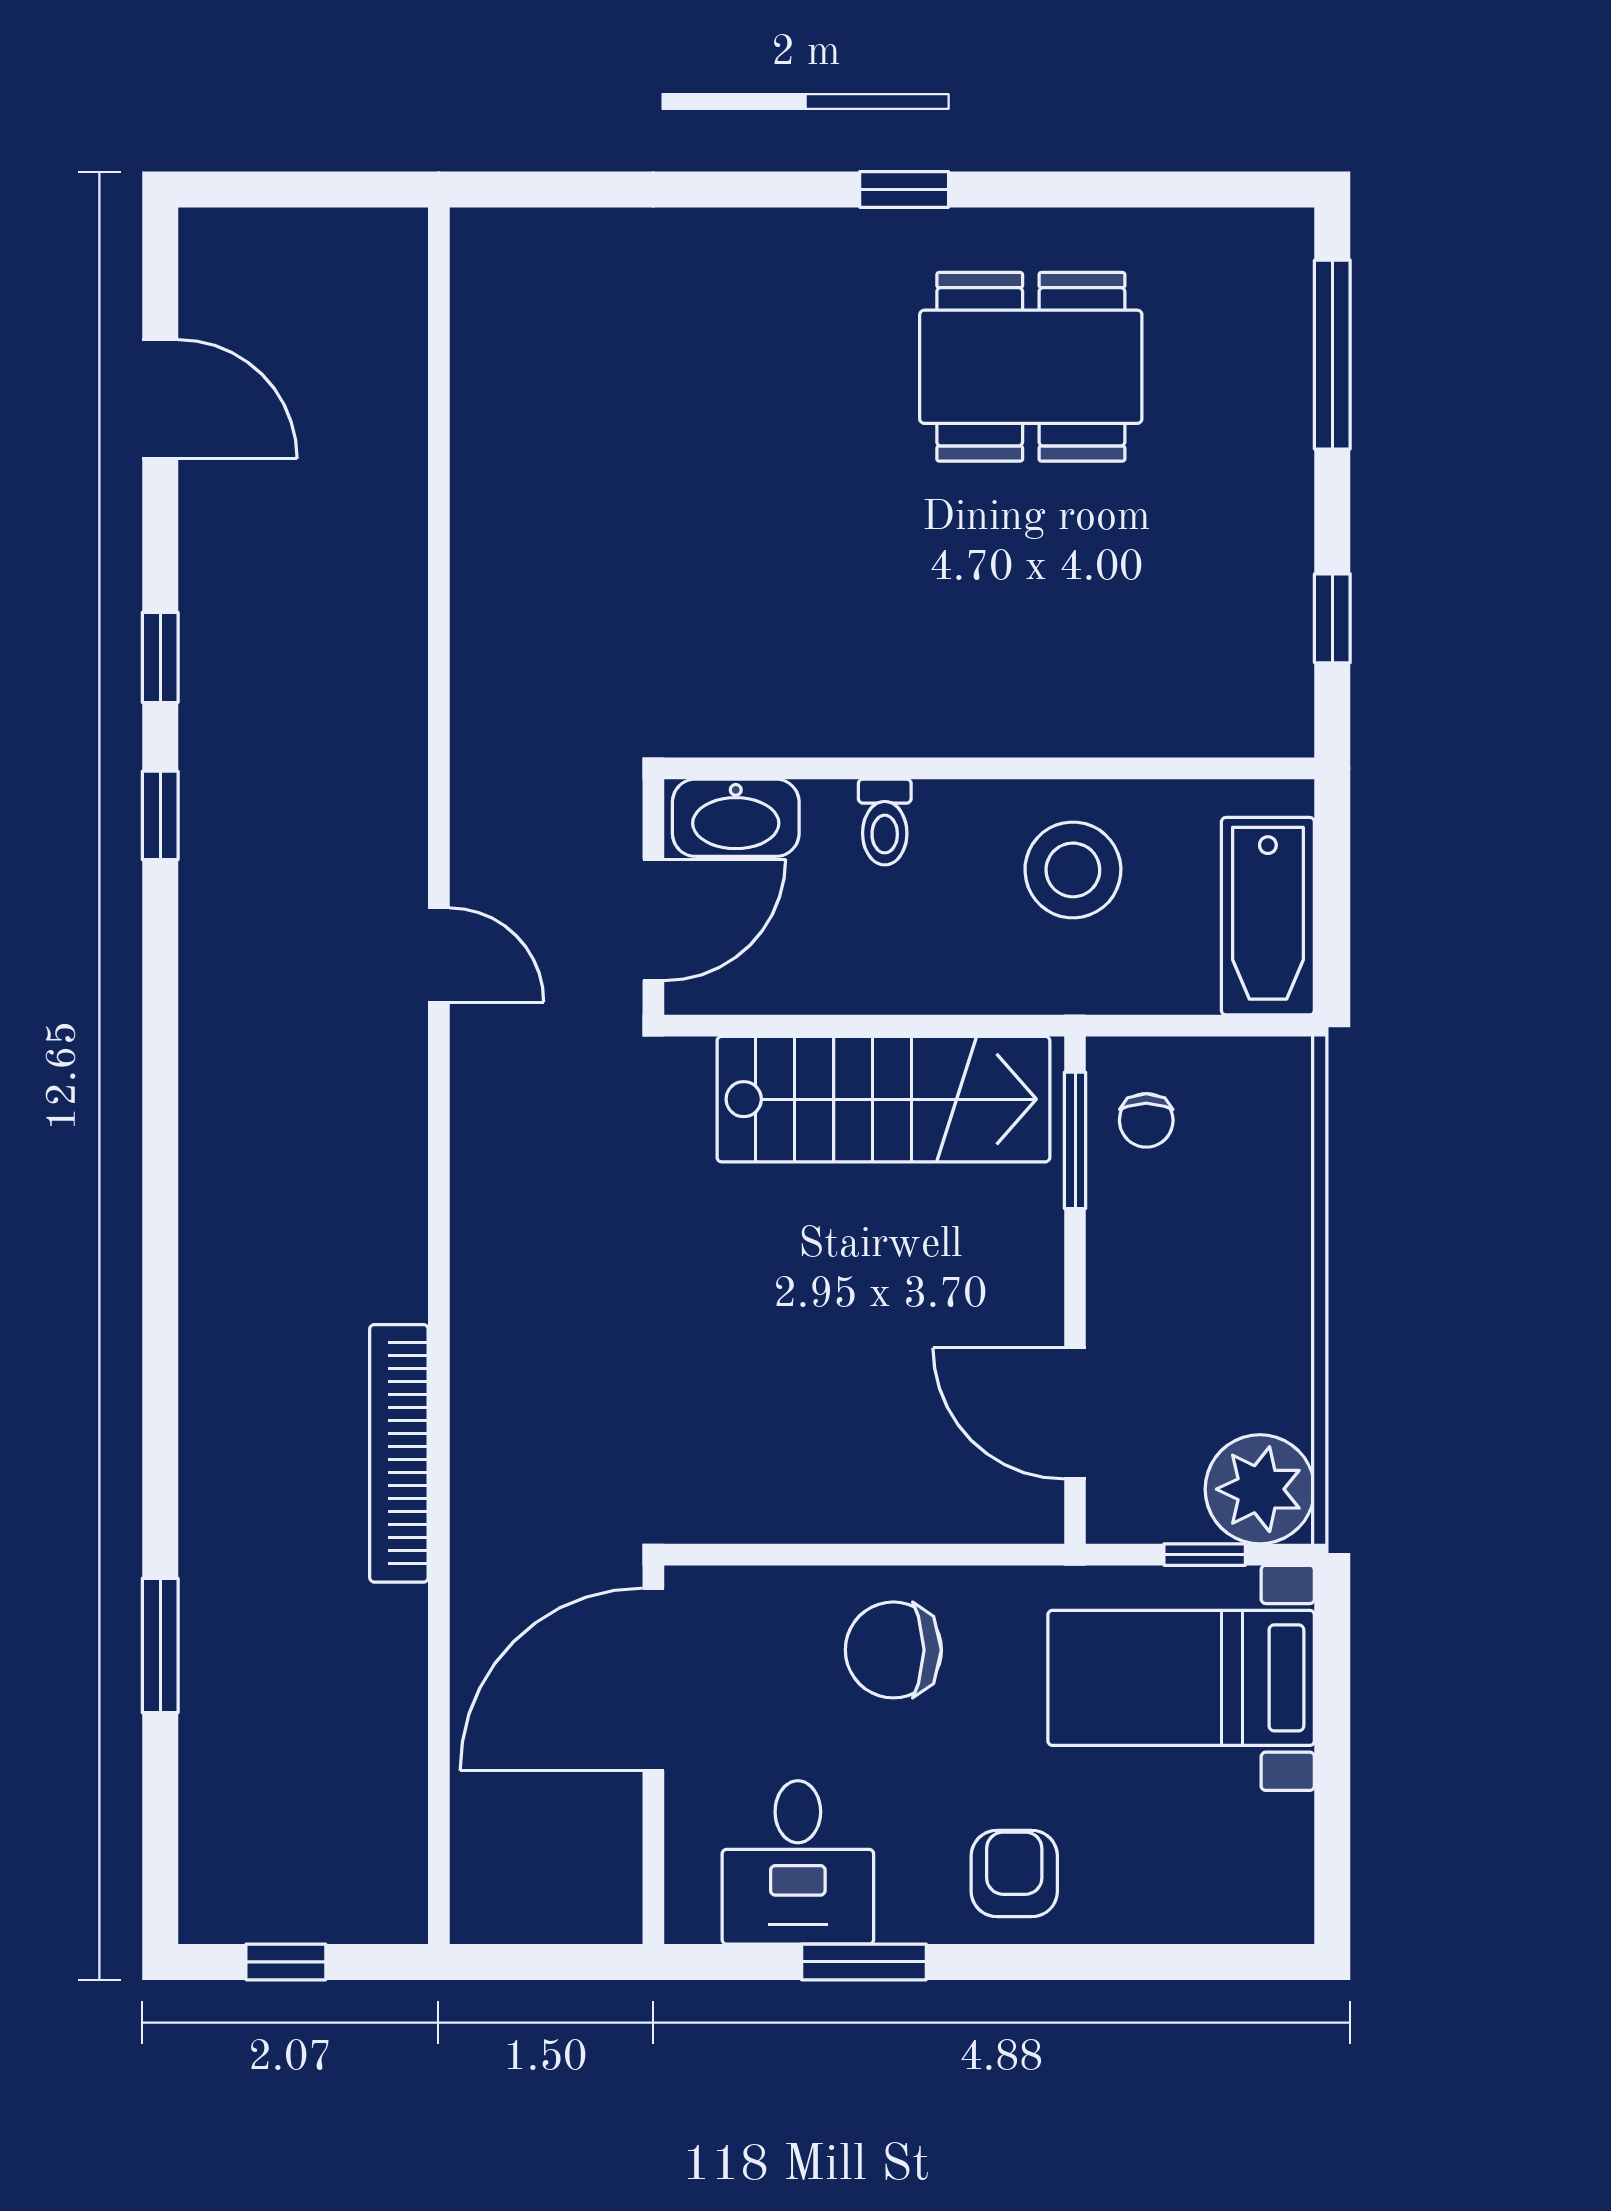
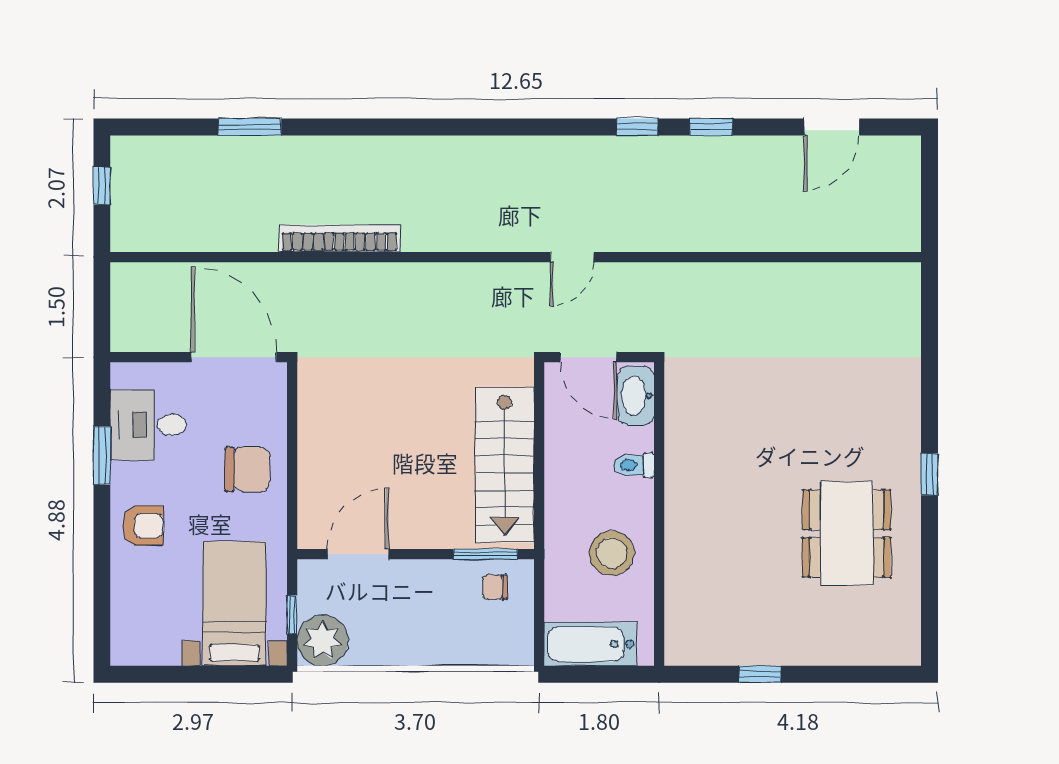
window: (1332, 355) -> (852, 674), removed
window: (1332, 618) -> (760, 674), moved
chair: (893, 1650) -> (248, 469), turned 90

